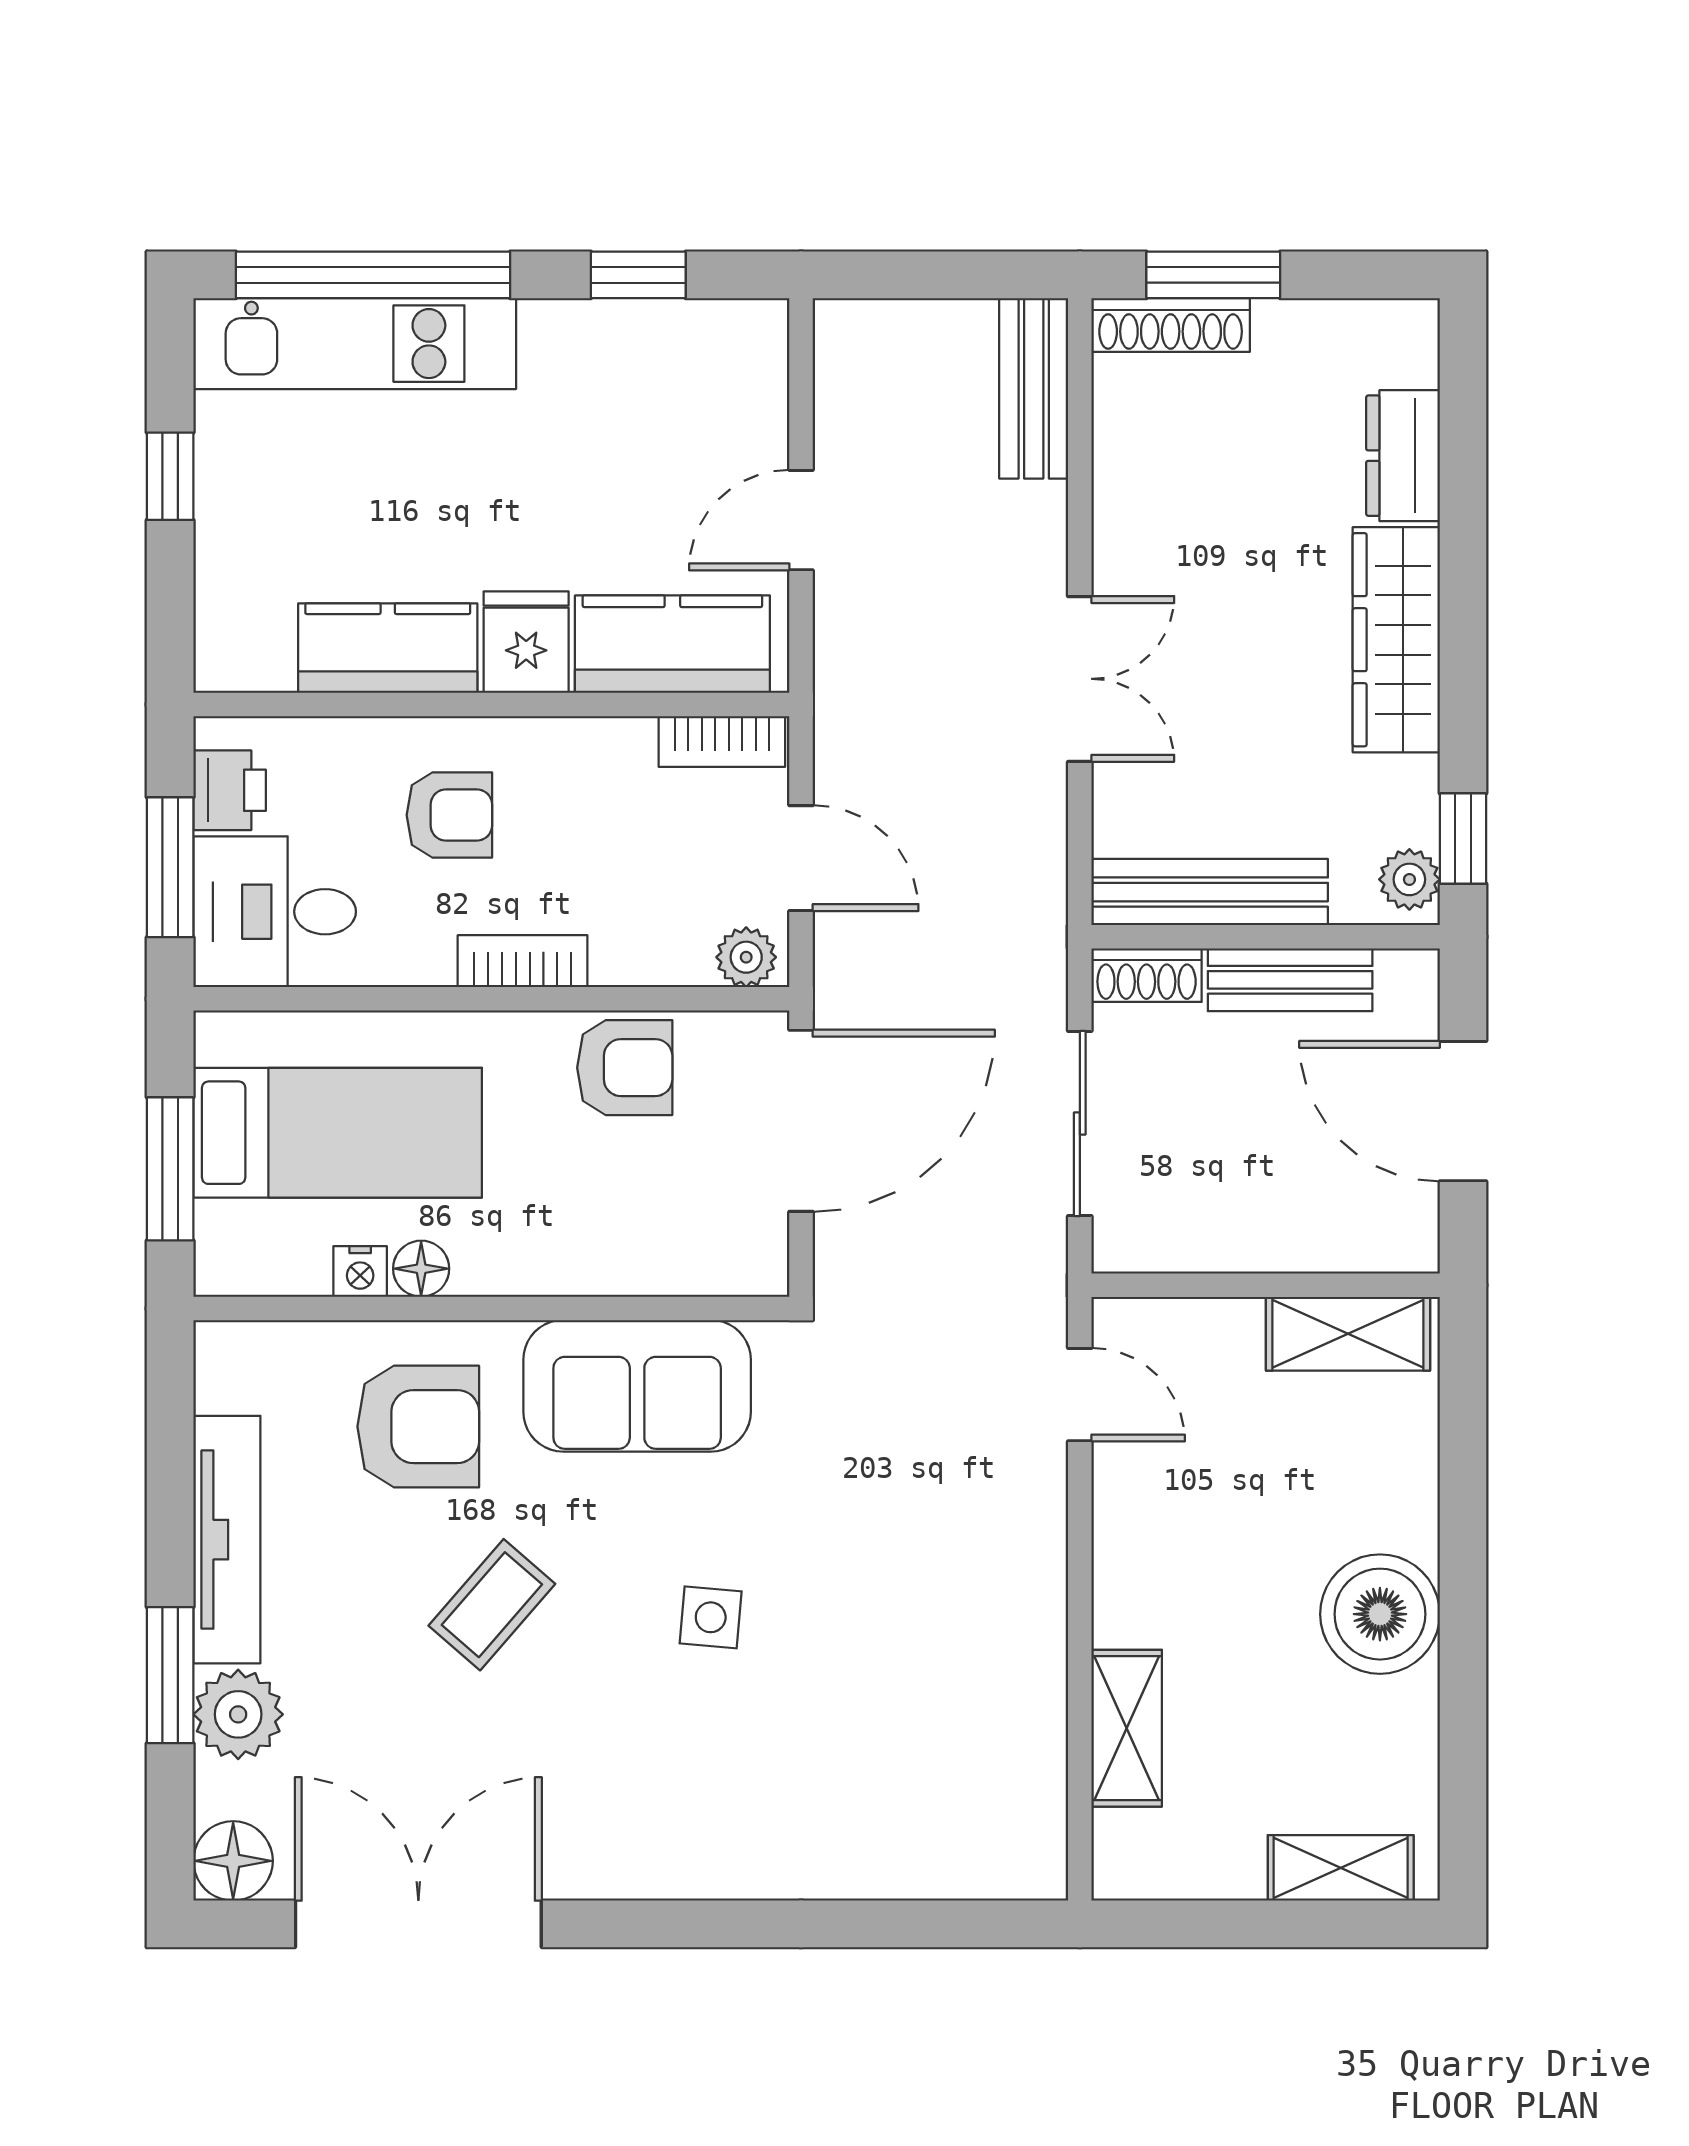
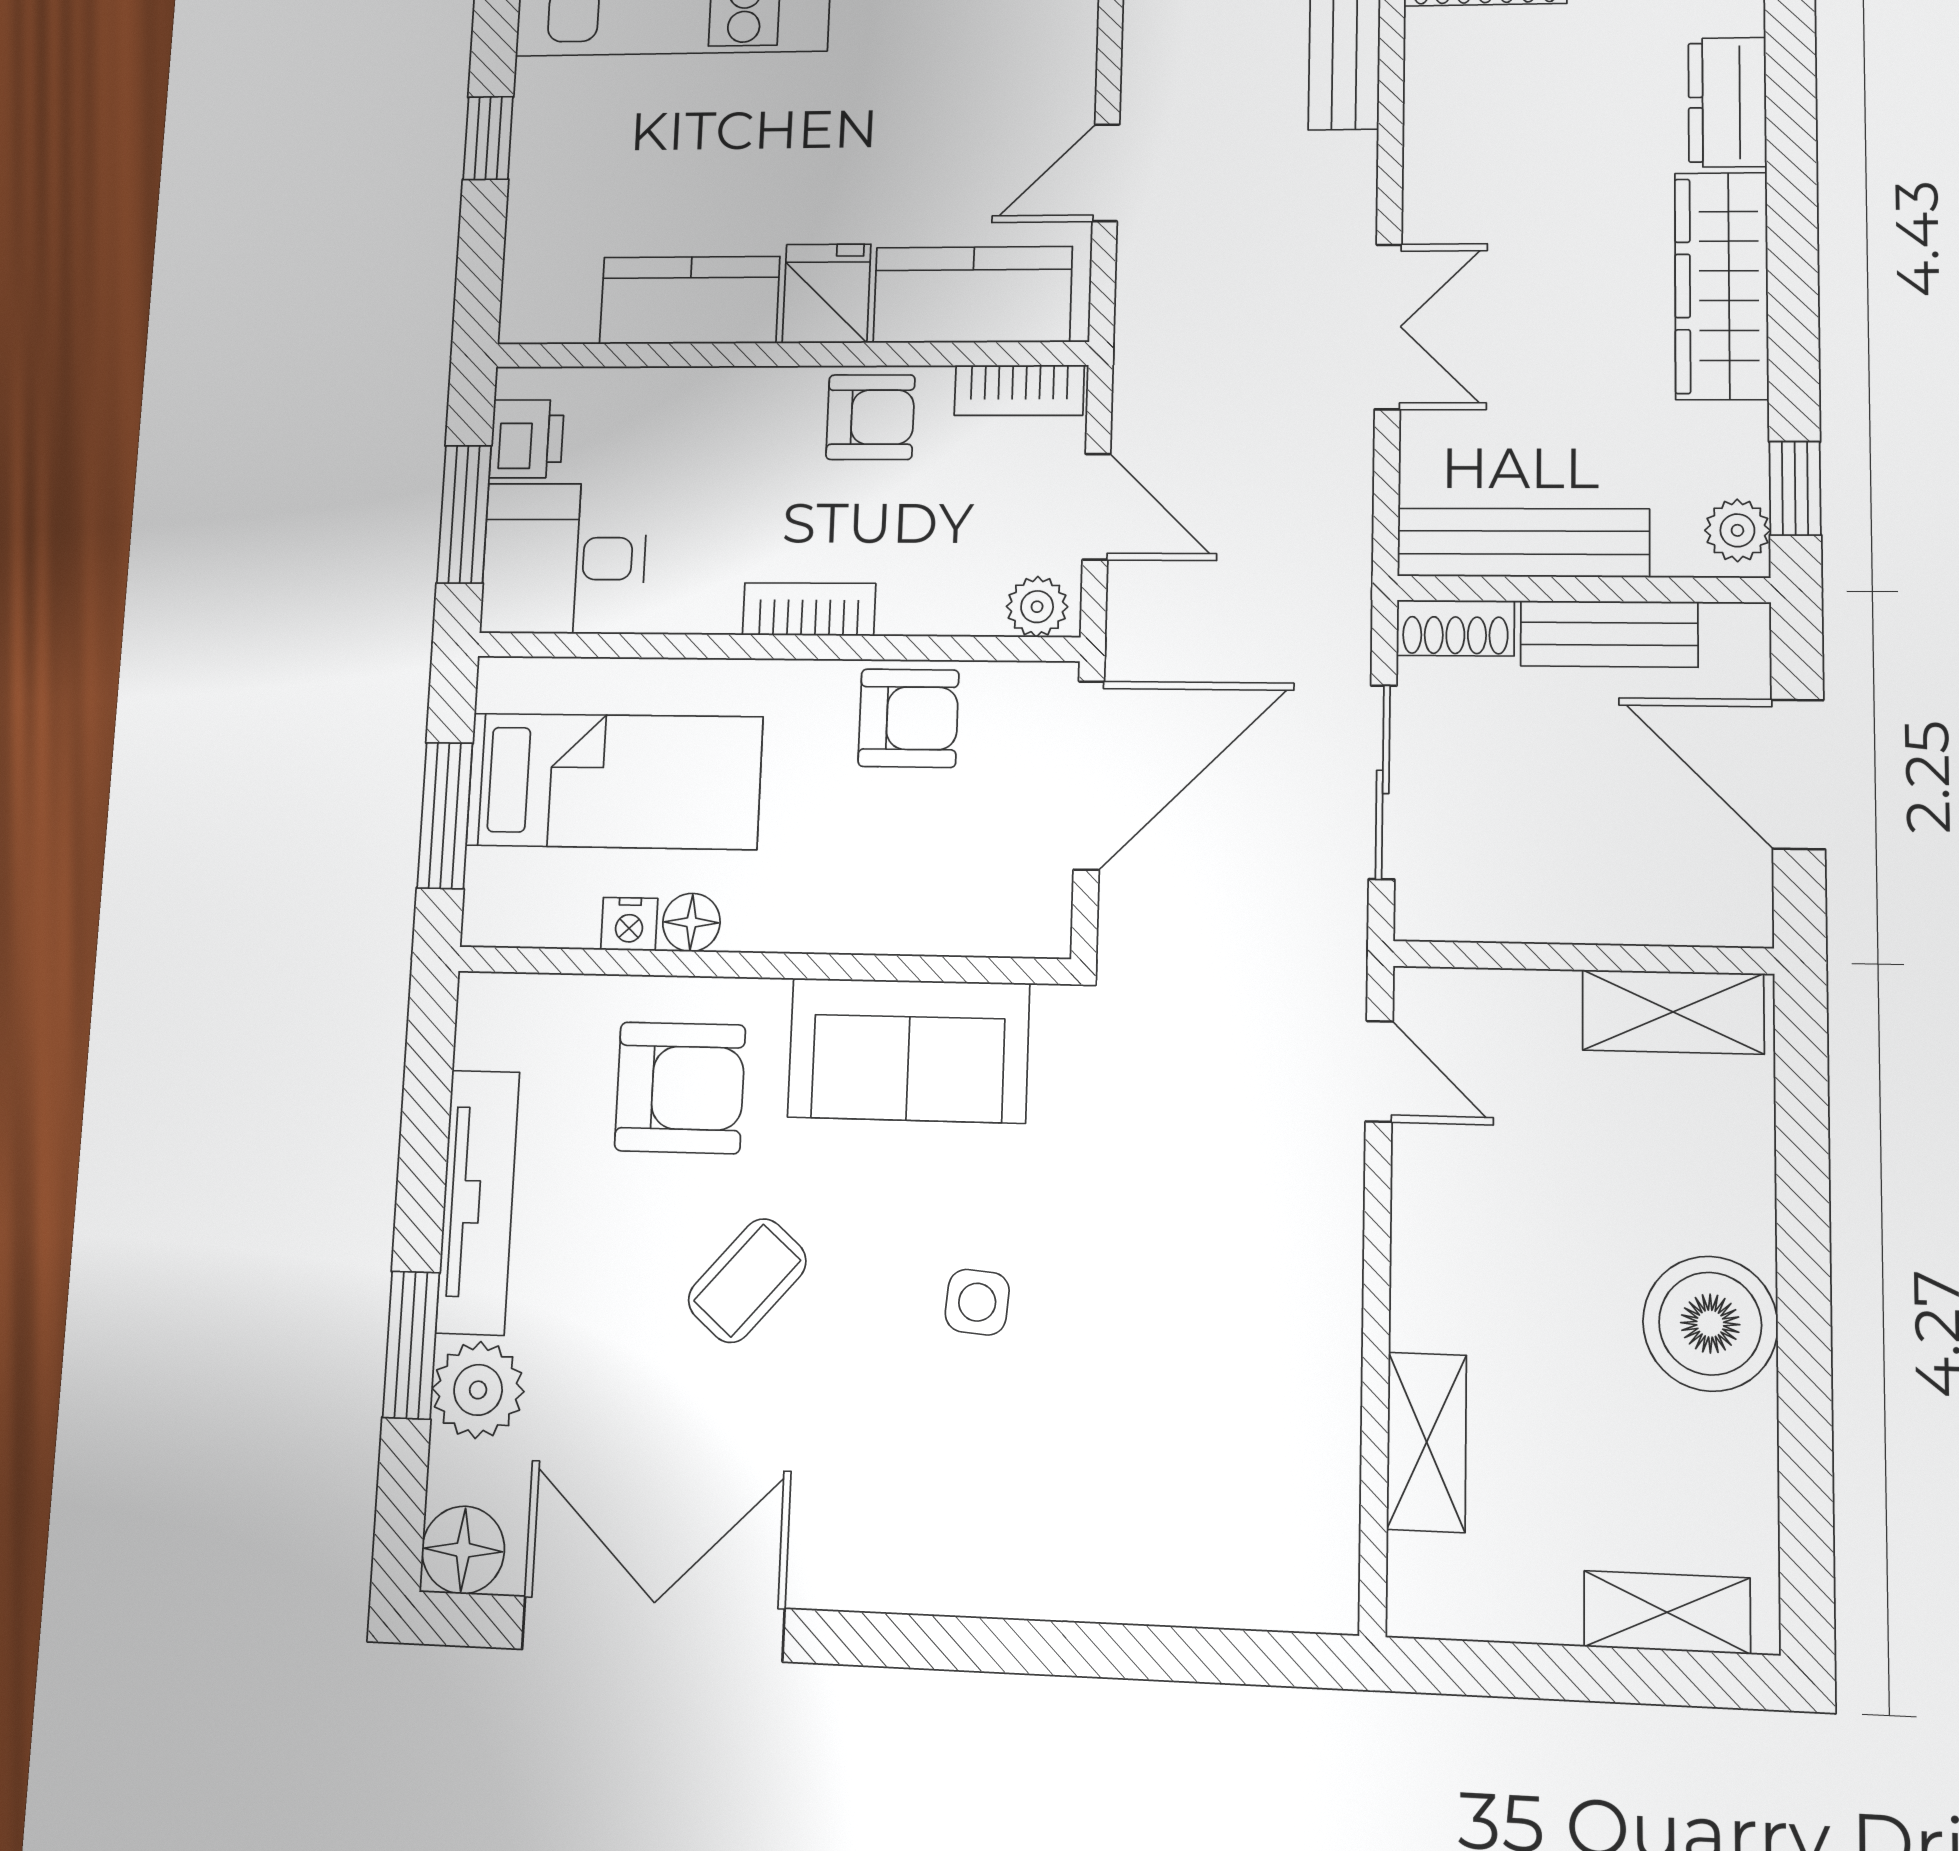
armchair: (449, 815) -> (870, 417), moved

